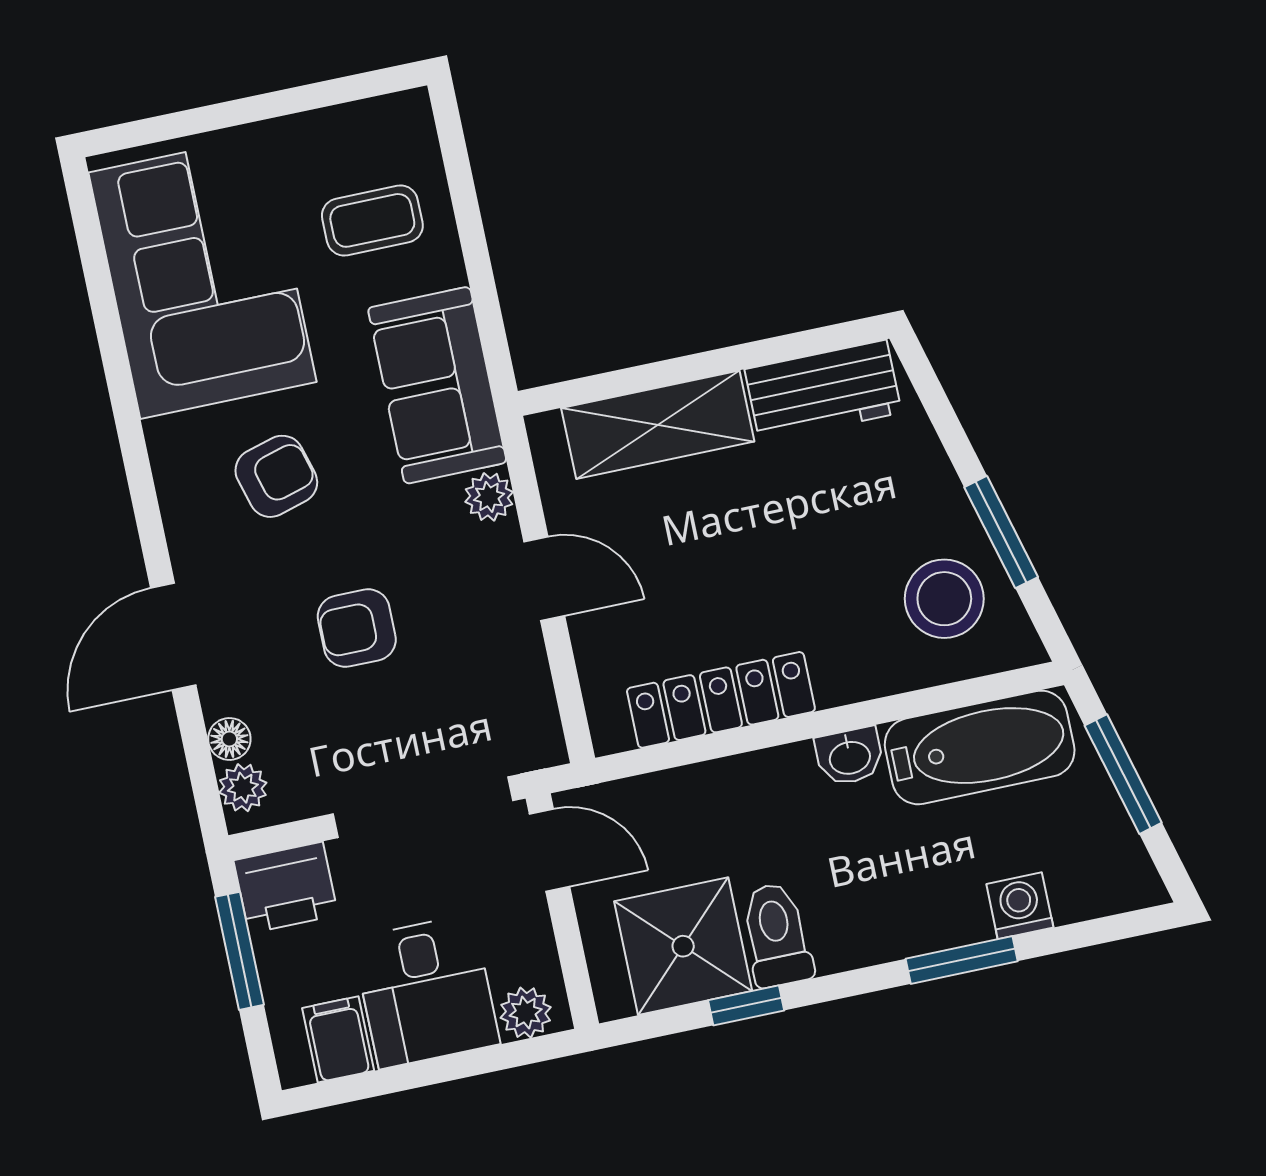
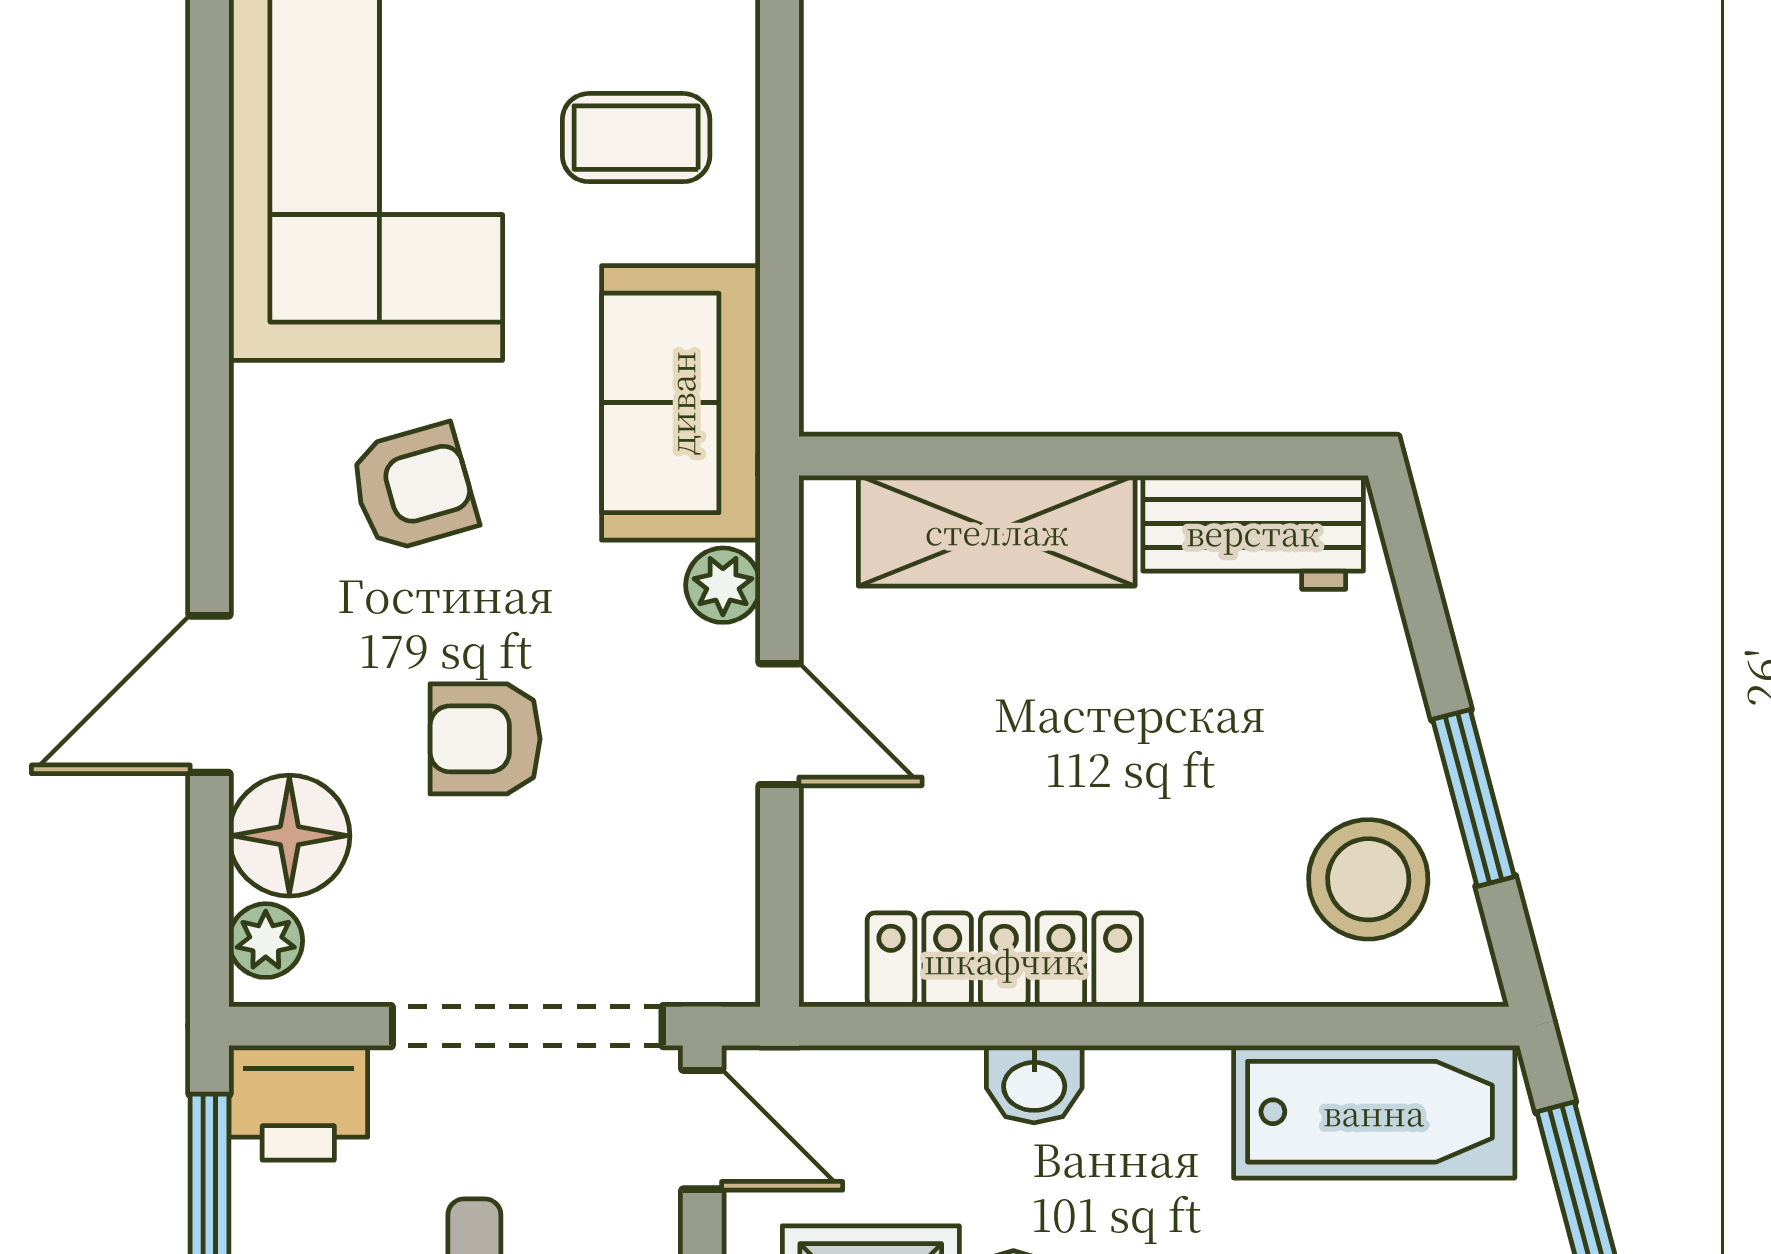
floor lamp: (229, 739) -> (289, 836), width x1.89, depth x1.89
washbasin: (850, 756) -> (1034, 1084), moved

